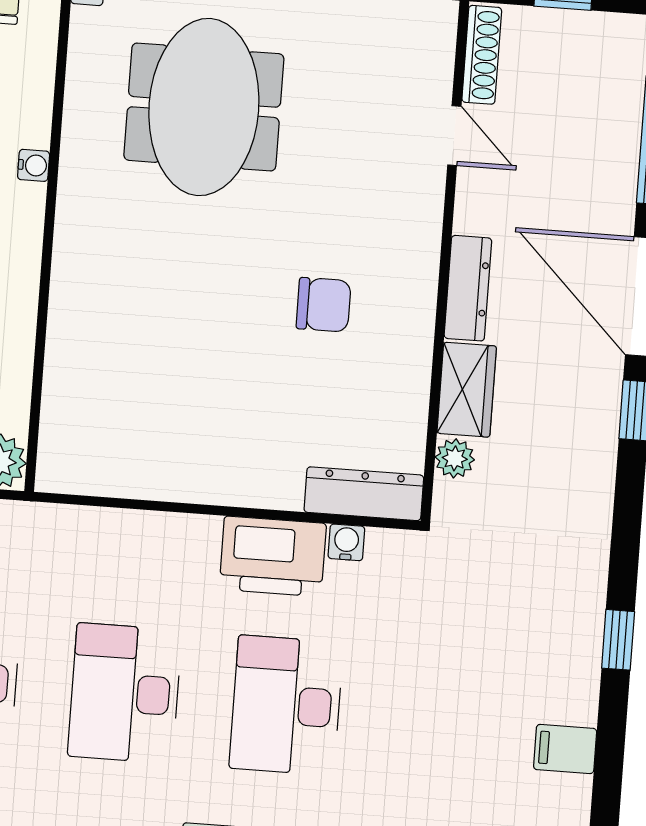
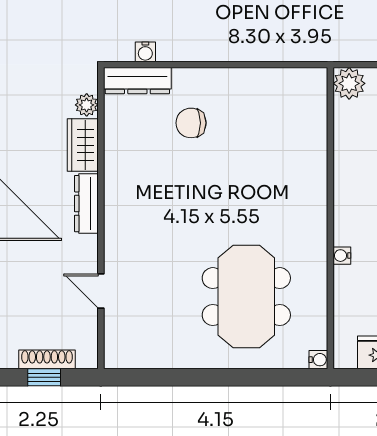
shoe rack: (482, 55) -> (47, 359), moved, turned 90
chair: (324, 305) -> (191, 123), moved
printer: (273, 556) -> (187, 41), removed

